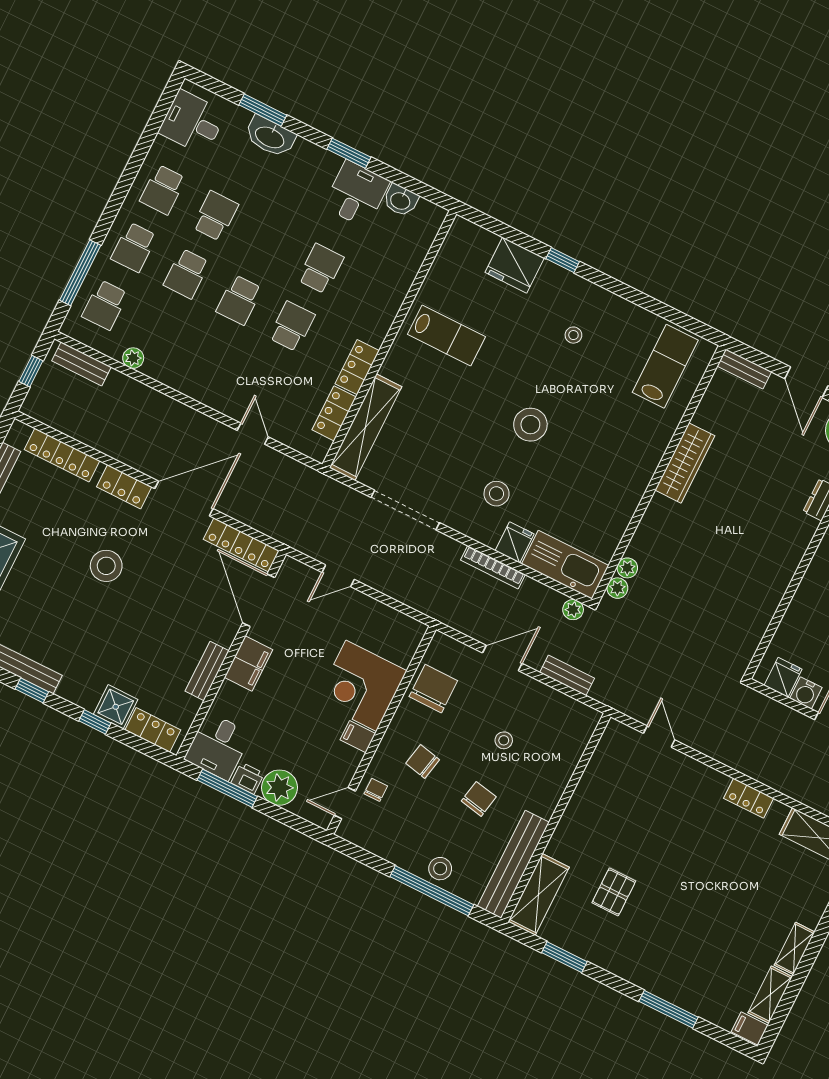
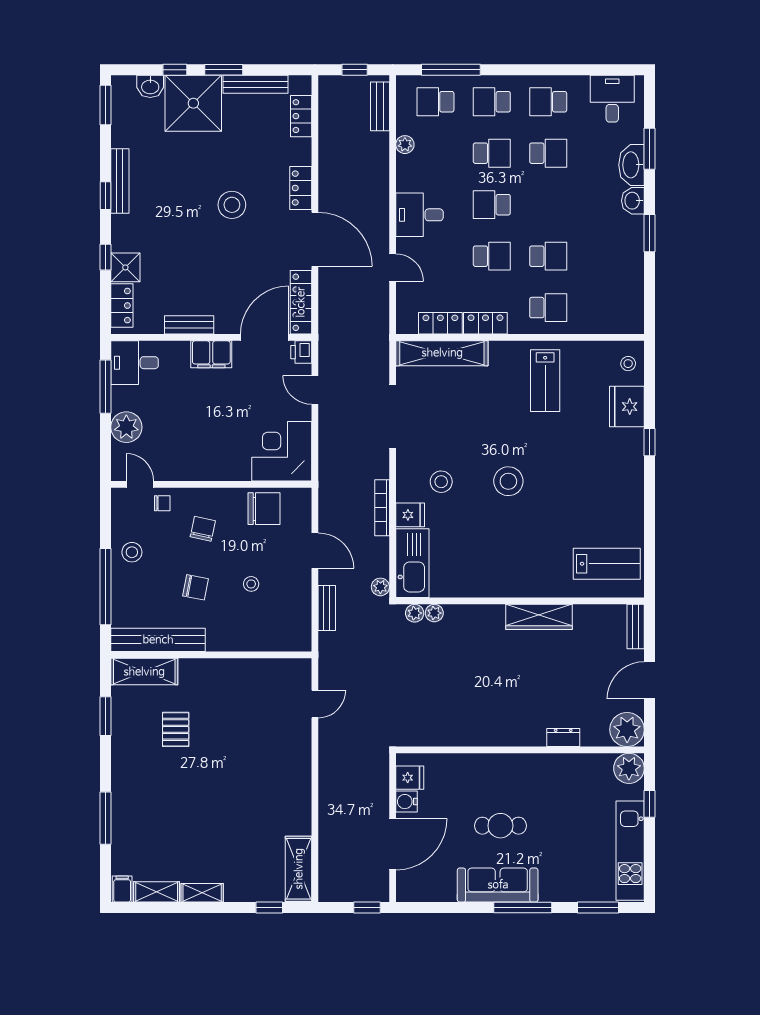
desk: (356, 194) -> (419, 215), moved, turned 180
washbasin: (401, 200) -> (633, 201), moved
school desk: (187, 274) -> (492, 153), turned 180
school desk: (373, 295) -> (548, 308), added
stool: (573, 335) -> (628, 364), moved
door: (253, 434) -> (393, 268), hinge flipped
locker: (62, 455) -> (301, 116), width x0.66
corner desk: (361, 686) -> (282, 451), moved
filing cabinet: (358, 737) -> (197, 468), removed
printer: (248, 778) -> (301, 352), moved, turned 180
locker: (749, 798) -> (302, 798), removed
stool: (440, 869) -> (132, 552), moved
pallet: (614, 892) -> (176, 729), turned 90

